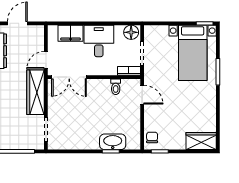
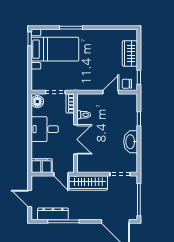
filing cabinet: (71, 33) -> (42, 166), moved, turned -90
double door: (69, 77) -> (76, 139), moved
door: (142, 95) -> (111, 92), moved
wardrobe: (201, 141) -> (130, 53), moved
washbasin: (113, 142) -> (131, 142), moved

